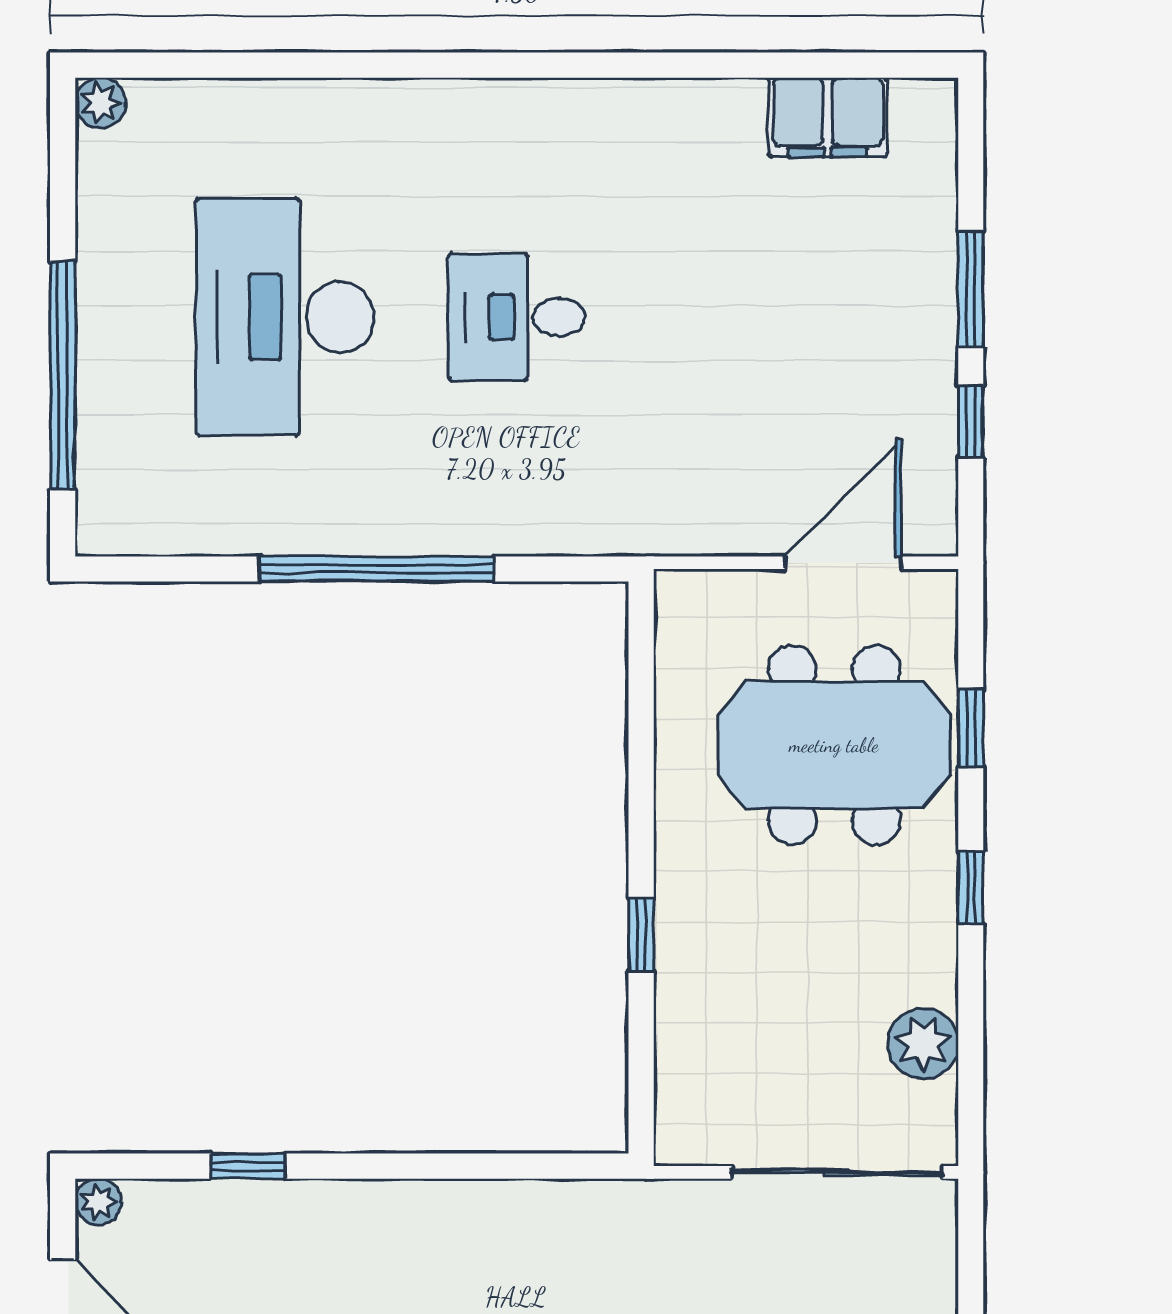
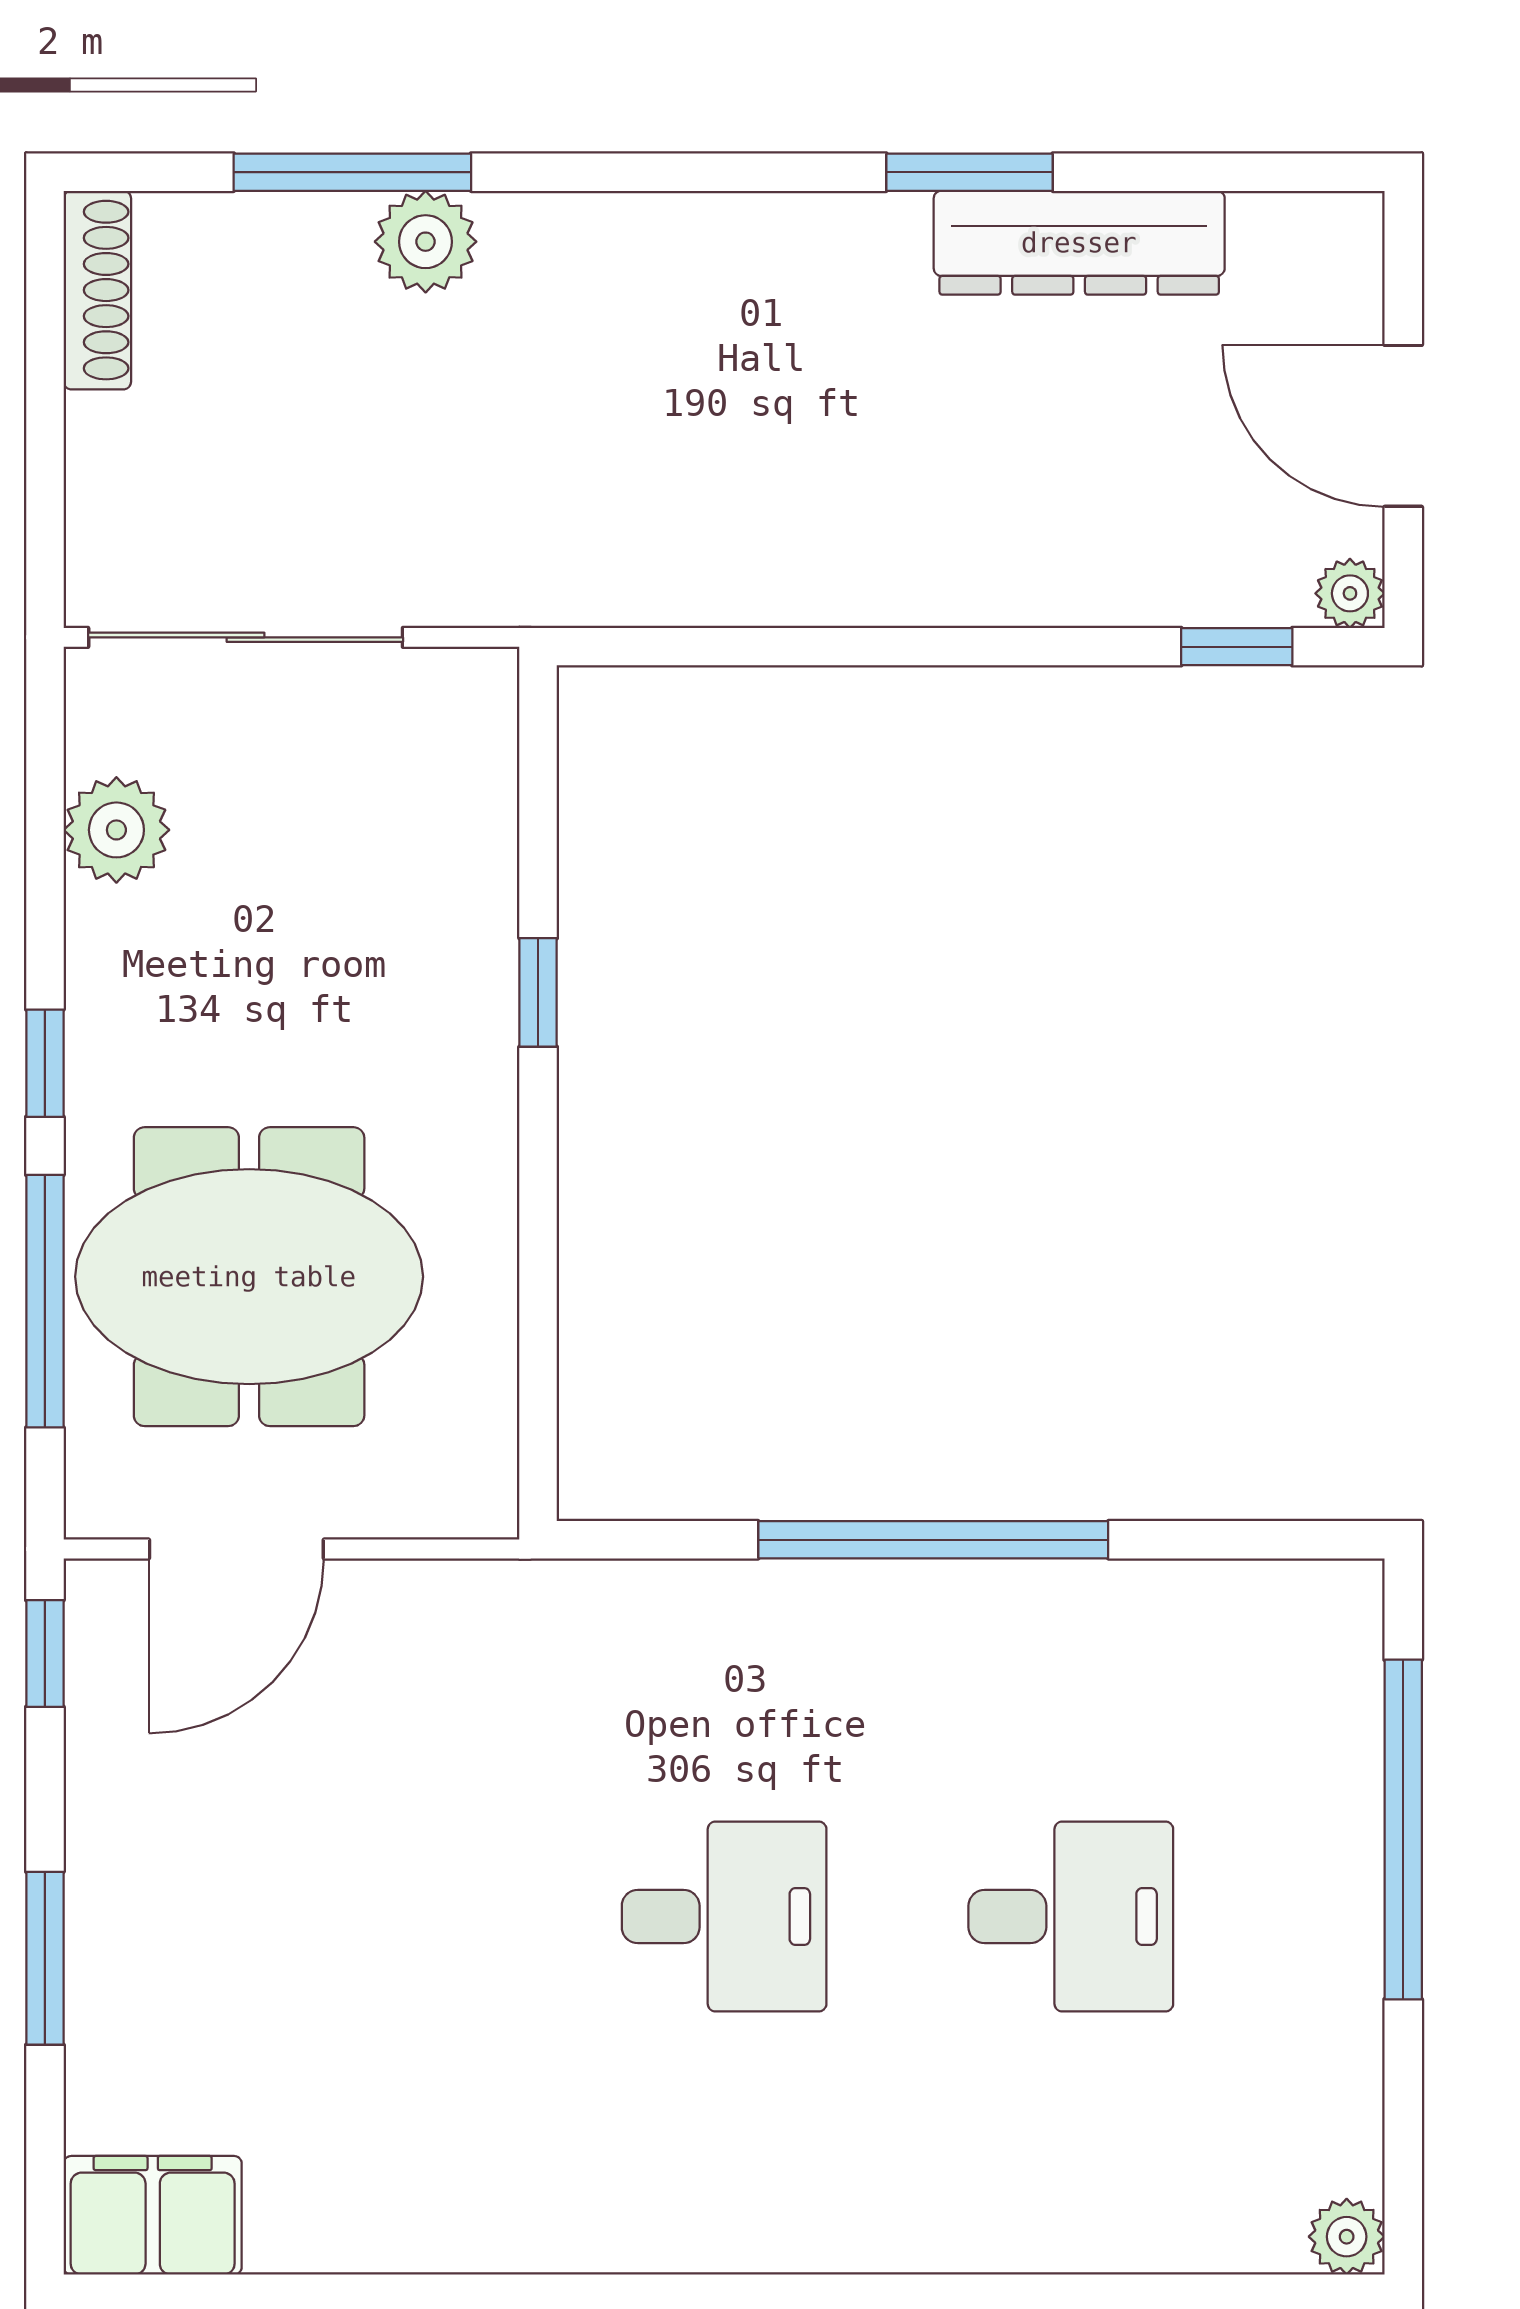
filing cabinet: (828, 117) -> (153, 2215), moved
desk: (285, 317) -> (1071, 1917), width x0.53, depth x0.77
window: (971, 422) -> (45, 1654), moved
window: (971, 728) -> (45, 1301), width x2.17
window: (248, 1166) -> (1237, 647), moved

